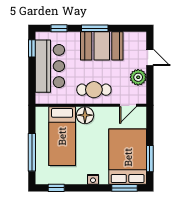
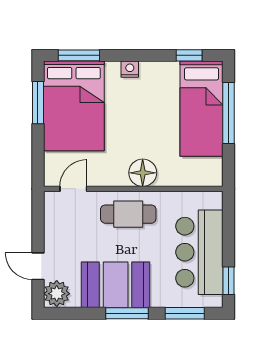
window: (59, 28) -> (185, 313), width x1.50
plant: (138, 77) -> (57, 294), moved
bed: (62, 136) -> (202, 109), moved, turned 180

